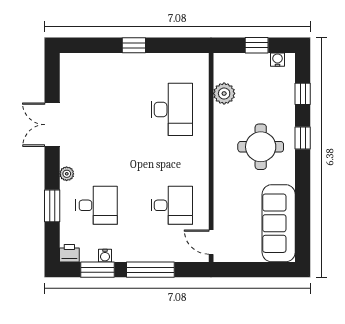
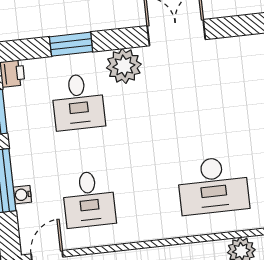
plant: (67, 174) -> (124, 66), width x1.88, depth x1.88
water cooler: (105, 256) -> (22, 195), moved

